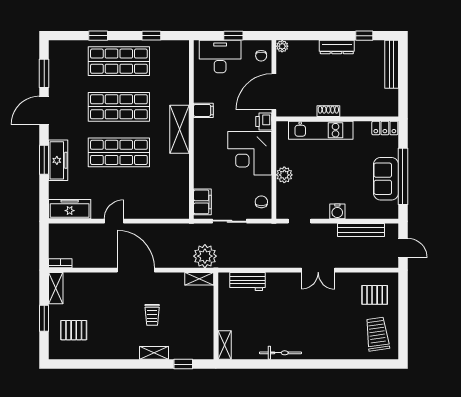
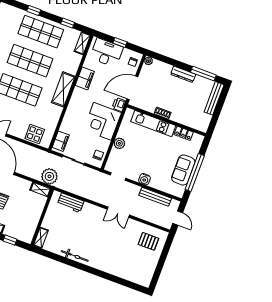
window: (364, 36) -> (203, 74), width x2.17
shelving: (182, 56) -> (82, 43), added
filing cabinet: (203, 110) -> (85, 78), width x2.00
locker: (385, 128) -> (184, 133), moved
display table: (163, 205) -> (35, 134), added
trolley: (377, 334) -> (141, 267), removed

